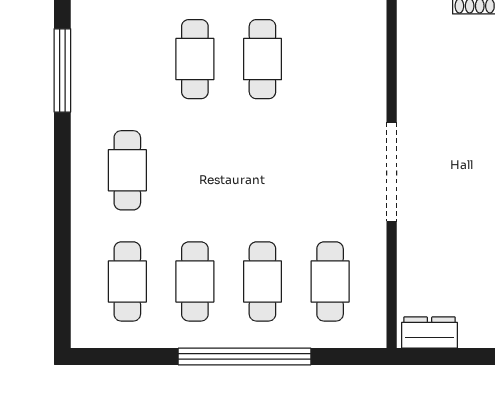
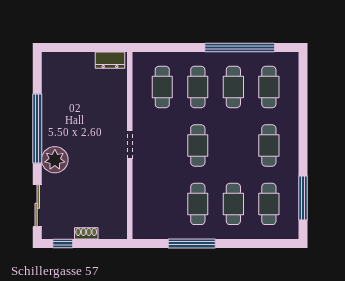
cafe table: (127, 59) -> (269, 204), added
cafe table: (262, 170) -> (198, 145), added
doorway: (392, 172) -> (130, 145), width x0.53
window: (245, 356) -> (240, 48), moved

